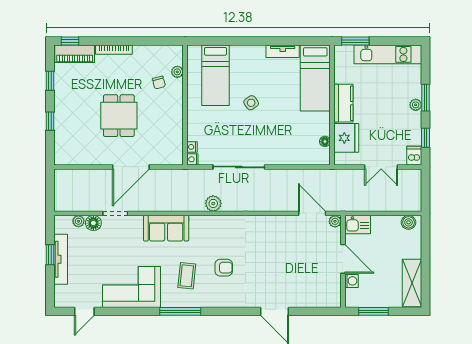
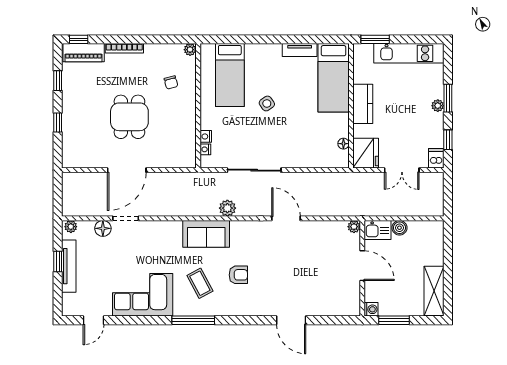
plant: (177, 72) -> (190, 50), moved
fridge: (346, 138) -> (366, 153), moved
nightstand: (192, 159) -> (206, 136), moved
door: (131, 167) -> (127, 170), moved
door: (312, 213) -> (286, 218), moved
plant: (78, 221) -> (71, 227), moved
boiler: (409, 222) -> (399, 228), moved
sofa: (166, 228) -> (206, 234), moved
coffee table: (187, 276) -> (200, 283), turned -34
washing machine: (351, 281) -> (371, 309), moved

